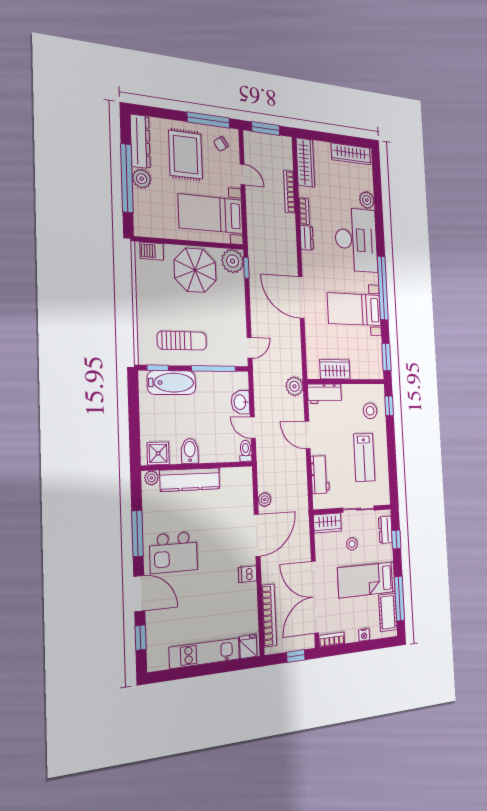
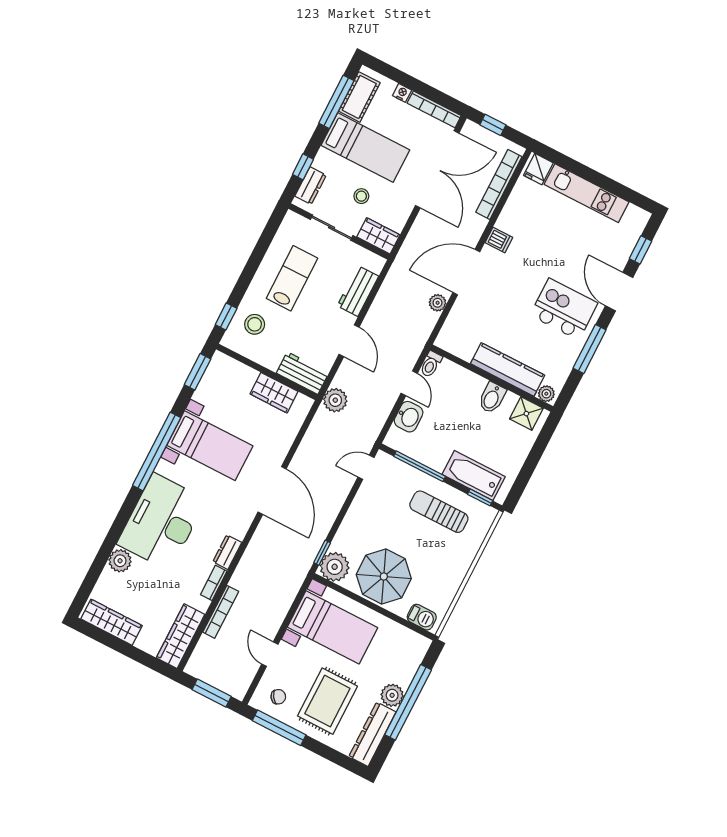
bookcase: (332, 640) -> (434, 109), width x1.56

